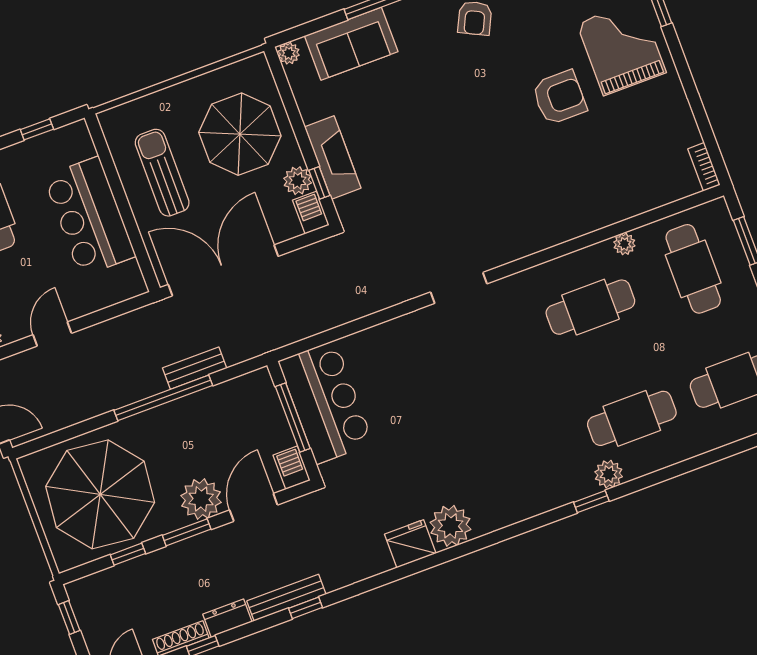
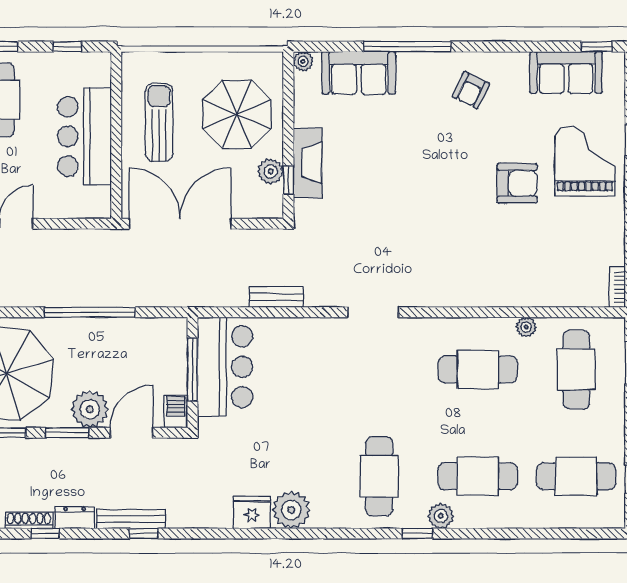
barbecue: (311, 213) -> (272, 202), removed
bench: (195, 368) -> (276, 297), moved
cafe table: (529, 457) -> (379, 476), added

